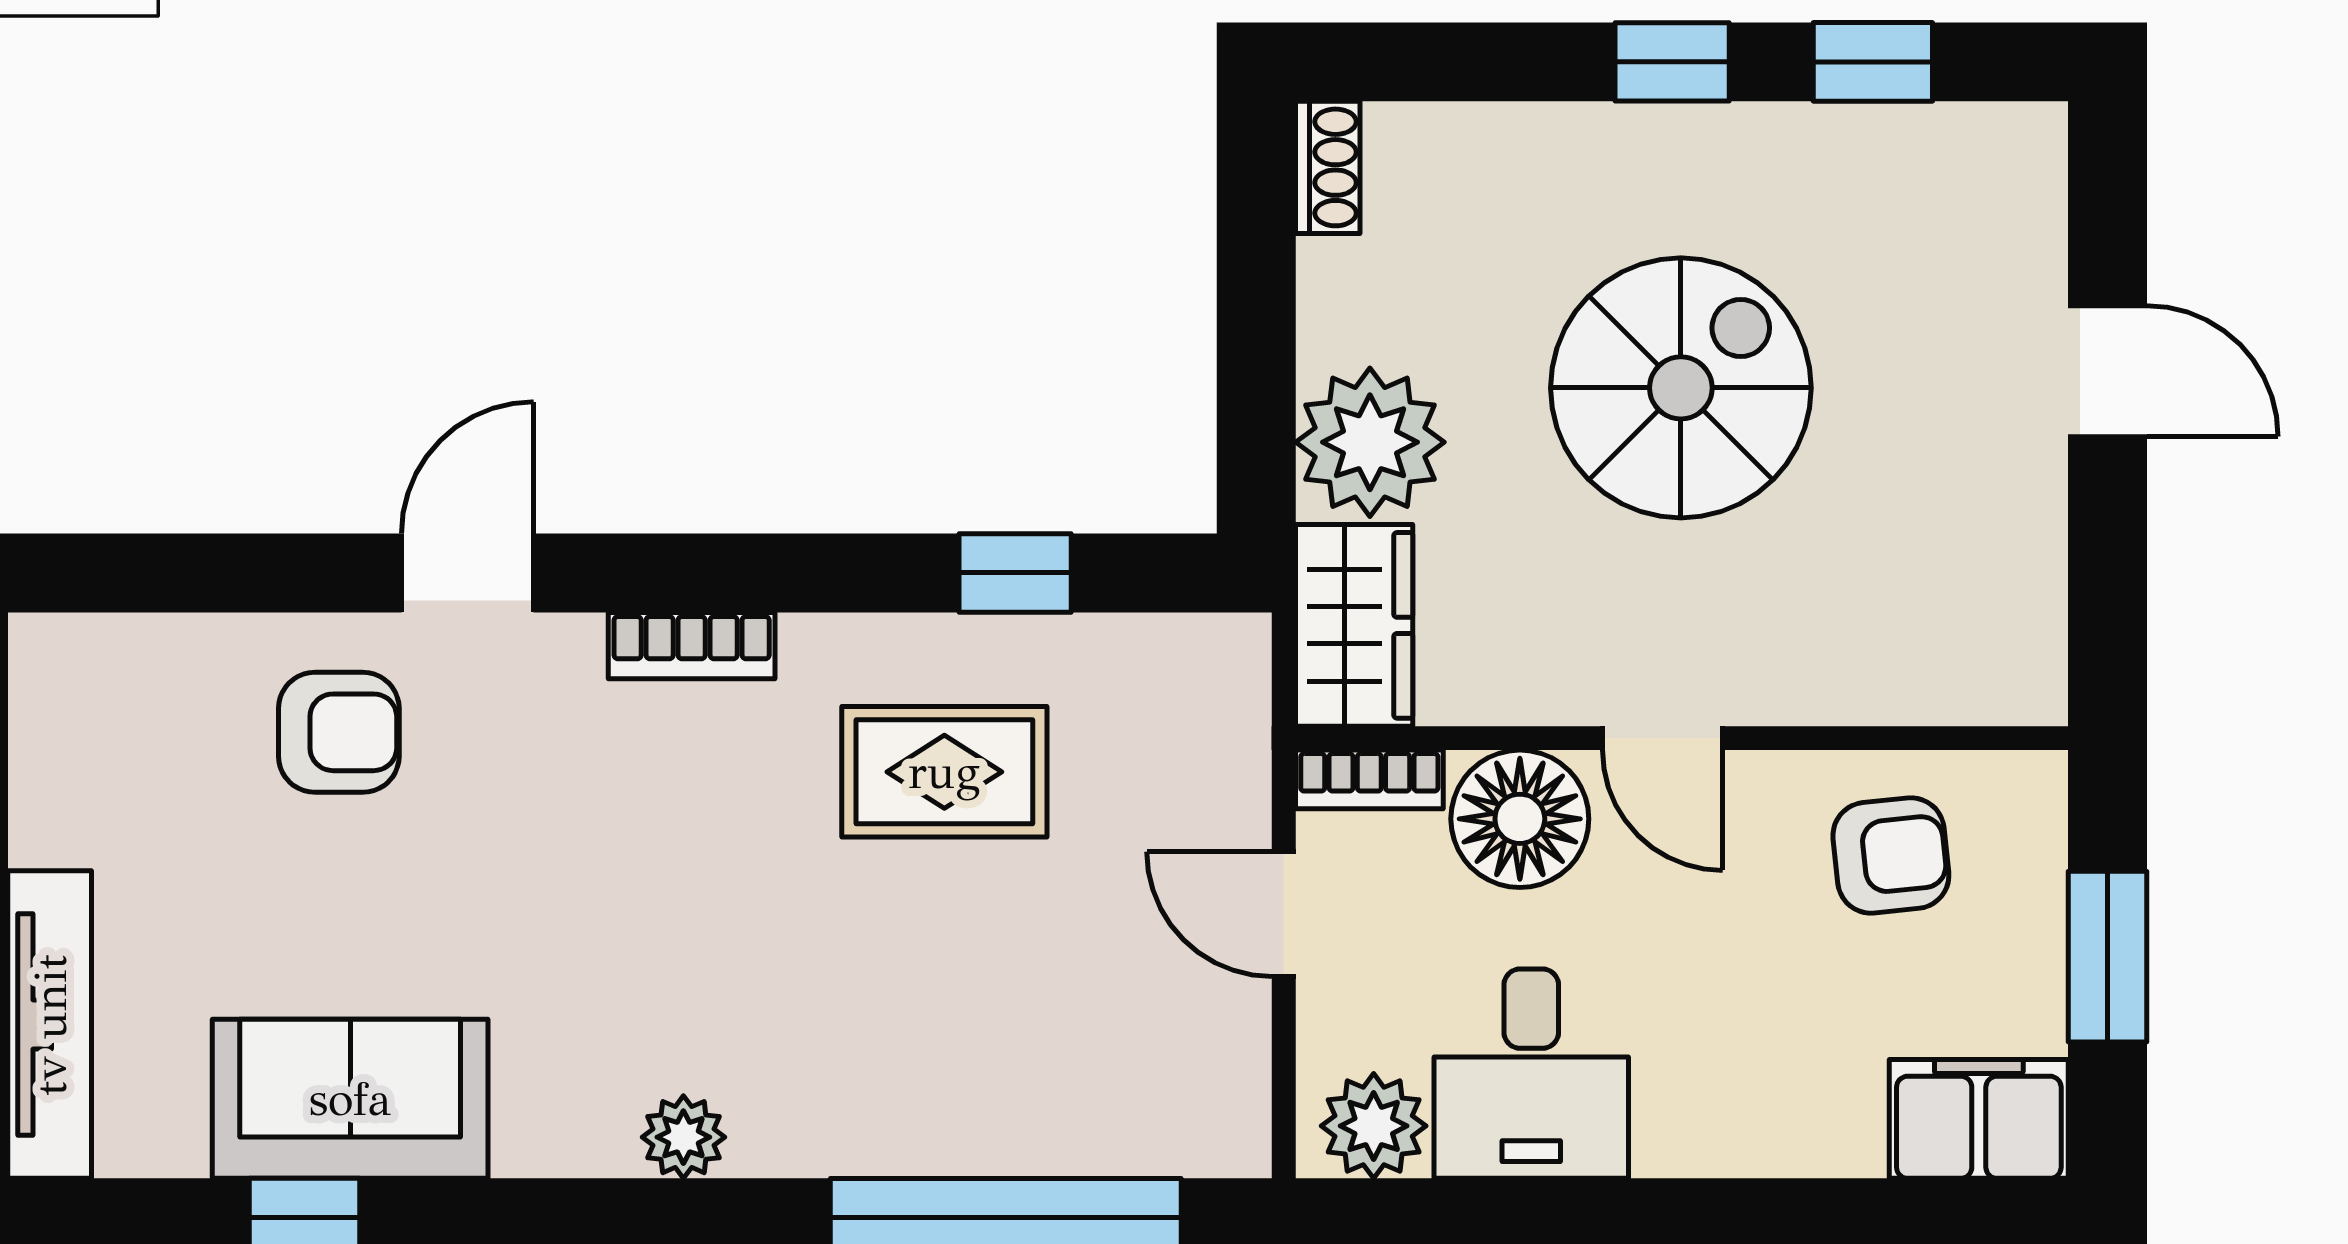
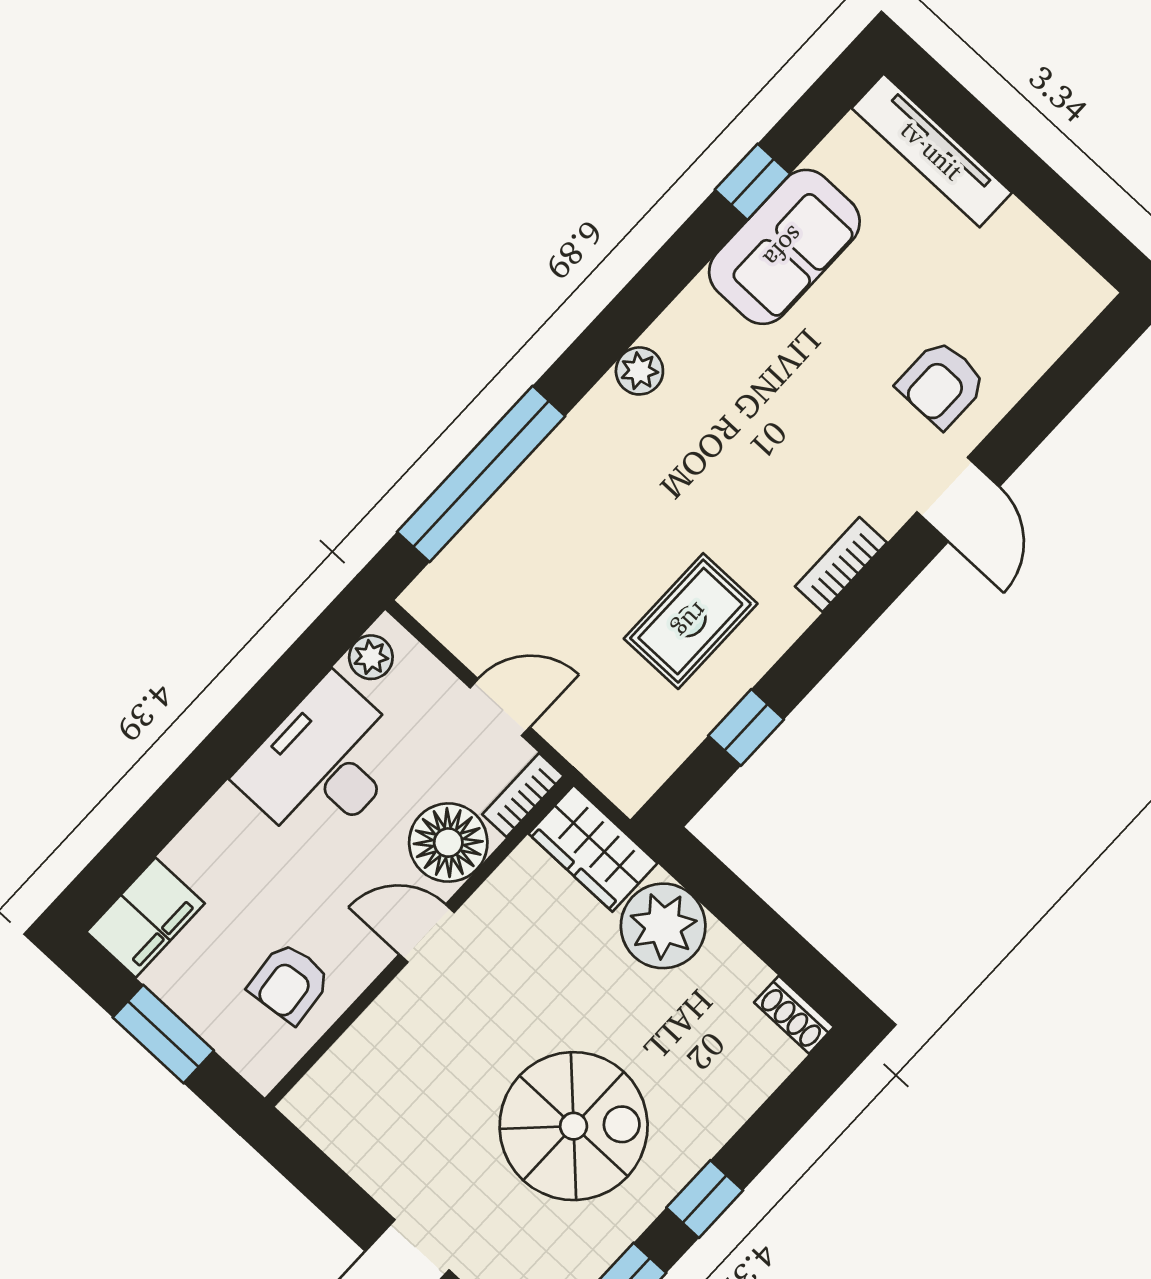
spiral stairs: (1681, 388) -> (574, 1126), moved, turned -90
desk: (1531, 1074) -> (324, 764), width x1.37
plant: (1374, 1126) -> (371, 657), width x0.73, depth x0.73

